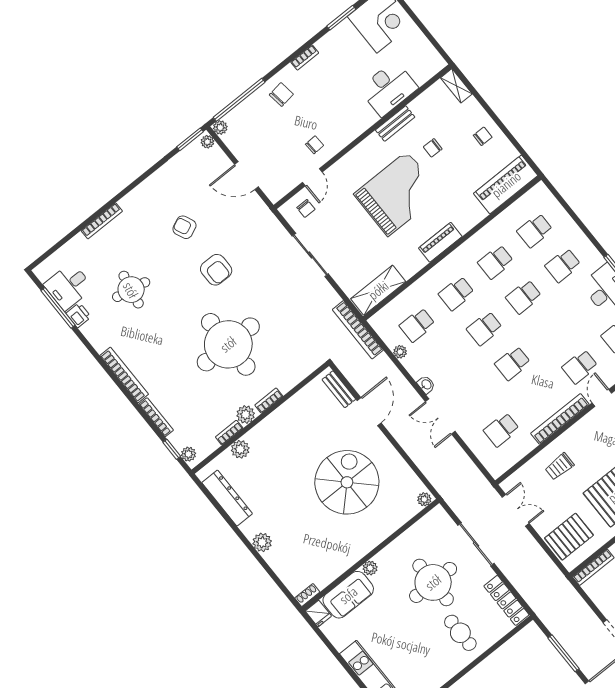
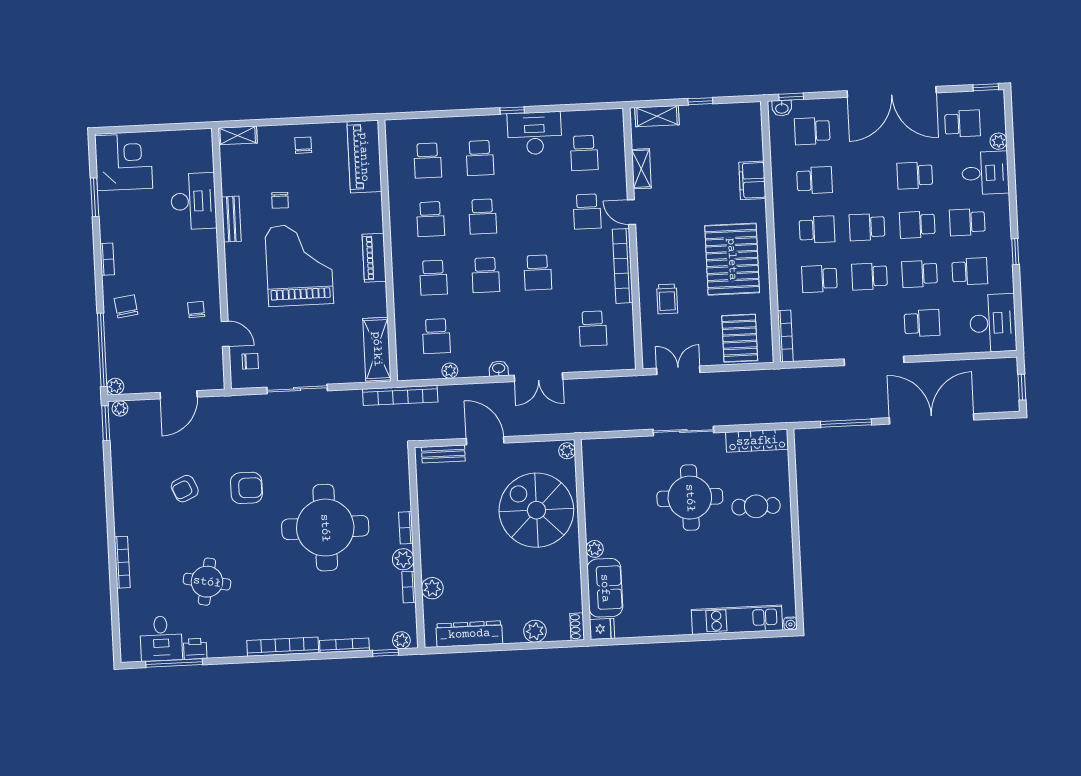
plant: (424, 499) -> (567, 451), moved
wall: (370, 555) -> (583, 540), moved
plant: (370, 568) -> (595, 549), moved
shoe rack: (307, 595) -> (577, 627), moved
sofa: (348, 595) -> (605, 588), moved
fridge: (318, 614) -> (602, 629), moved

